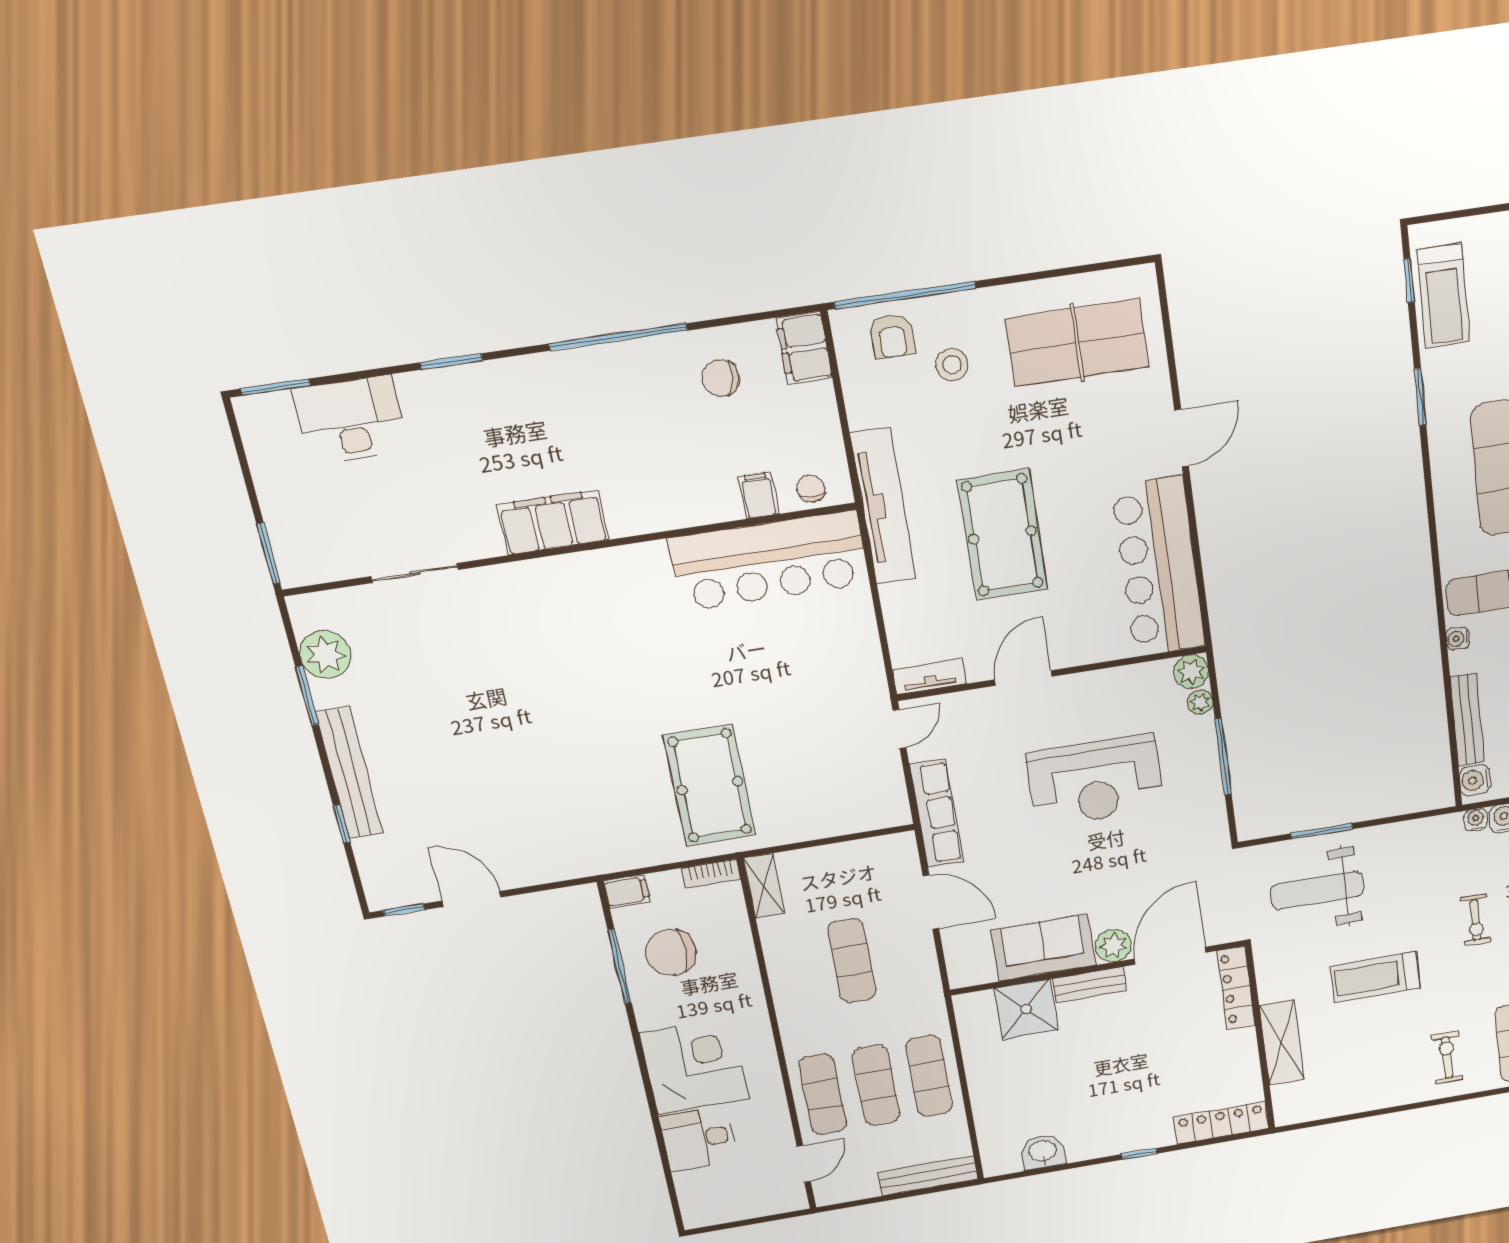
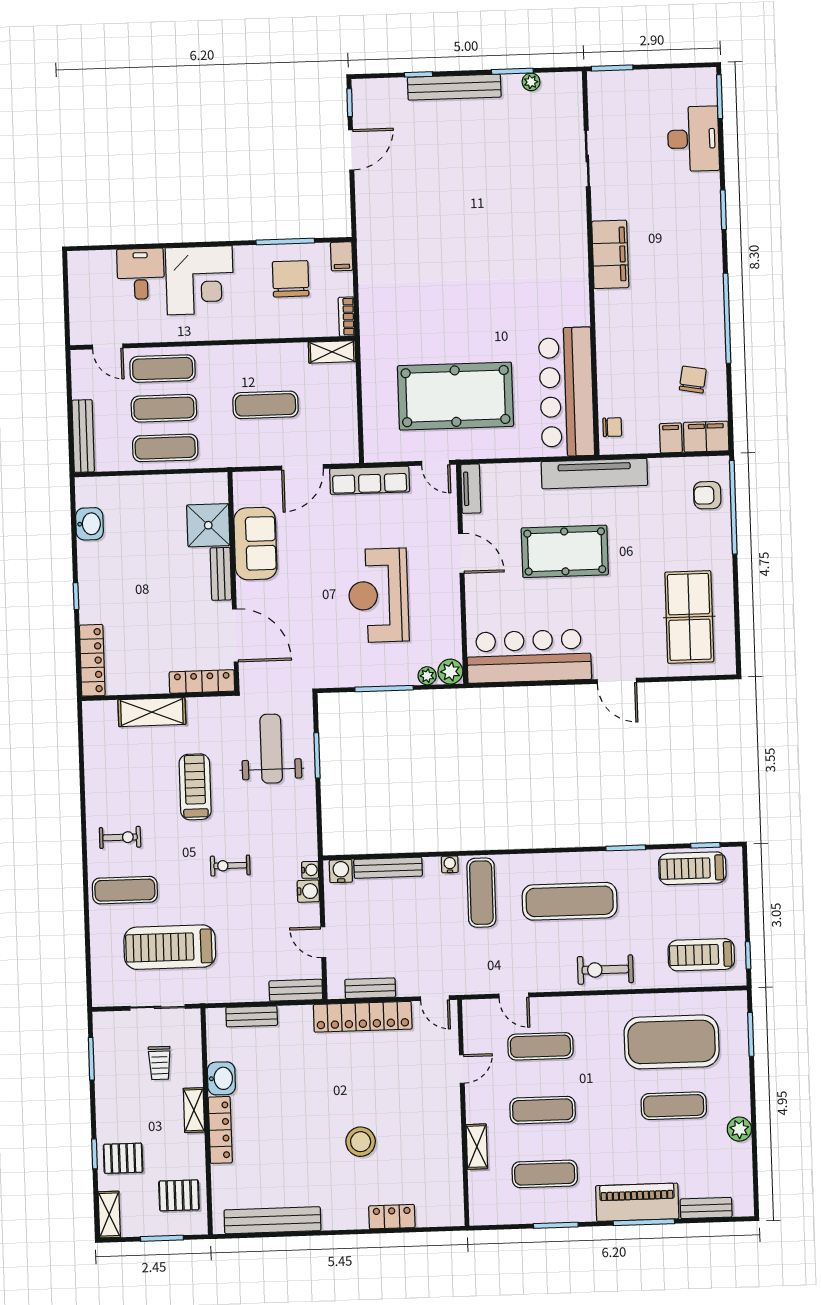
stool: (952, 365) -> (684, 532), removed
filing cabinet: (759, 495) -> (671, 438), moved, turned -90
plant: (325, 655) -> (531, 82), width x0.53, depth x0.53
pool table: (710, 786) -> (455, 396), moved, width x1.36, depth x1.32
plant: (1113, 946) -> (249, 595), removed

